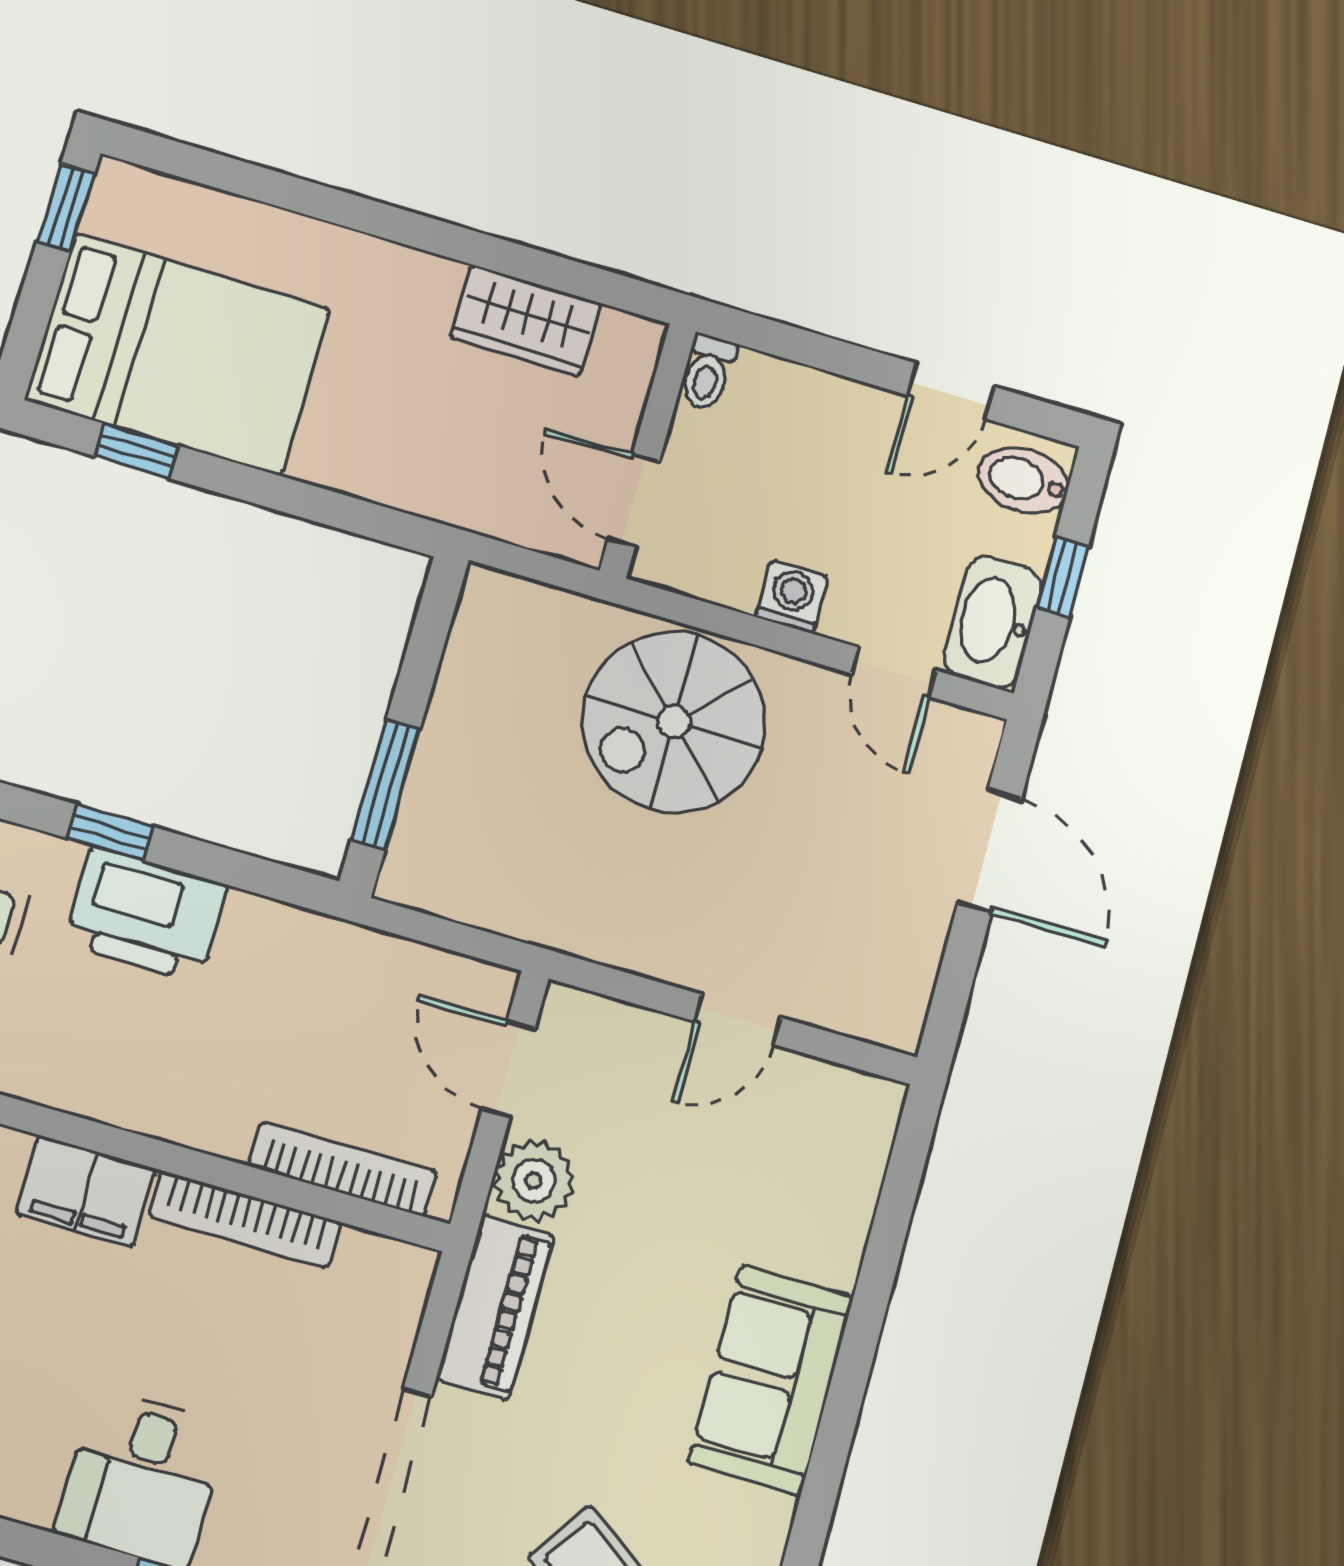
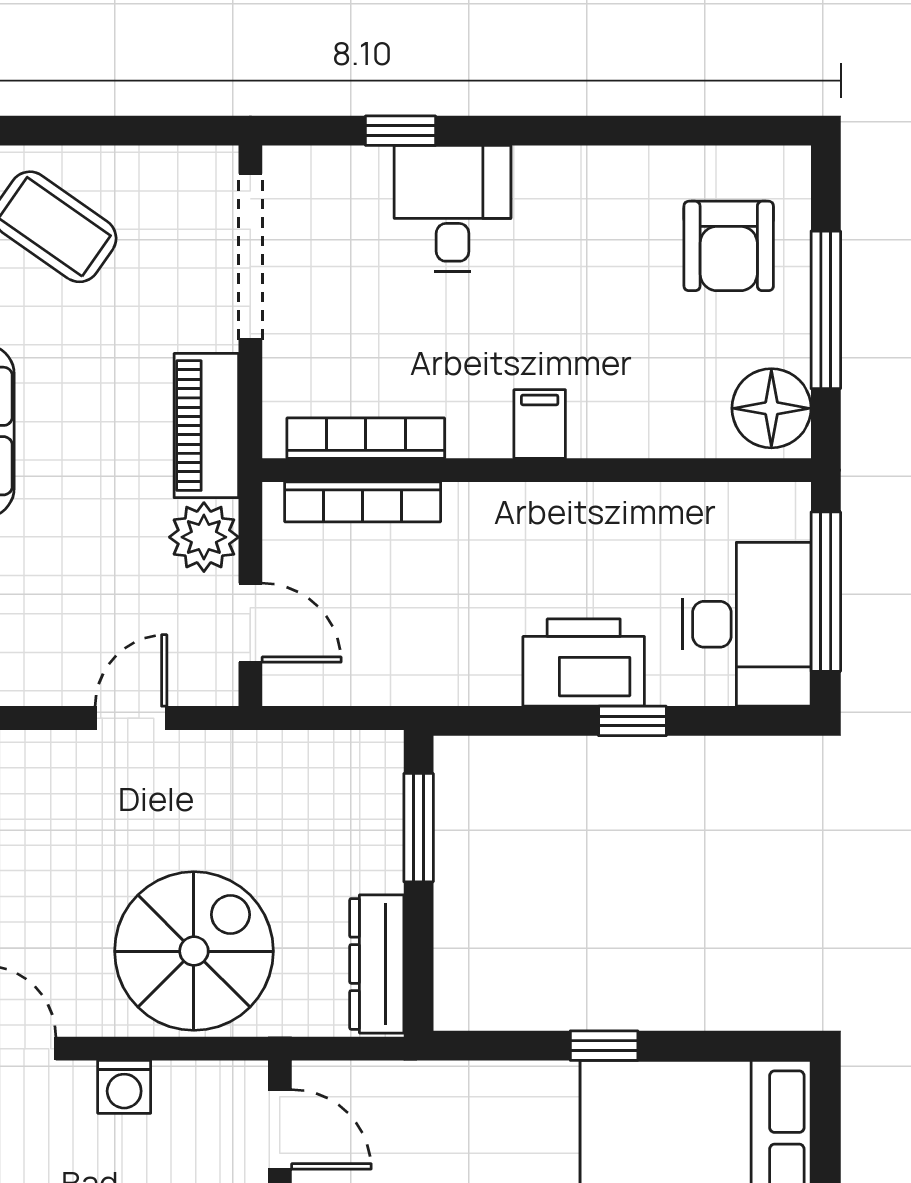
window: (137, 451) -> (604, 1046), moved
dresser: (476, 648) -> (377, 964), added
door: (738, 1019) -> (131, 718), moved
filing cabinet: (86, 1191) -> (540, 424), width x0.50
bookcase: (245, 1219) -> (366, 438), moved

